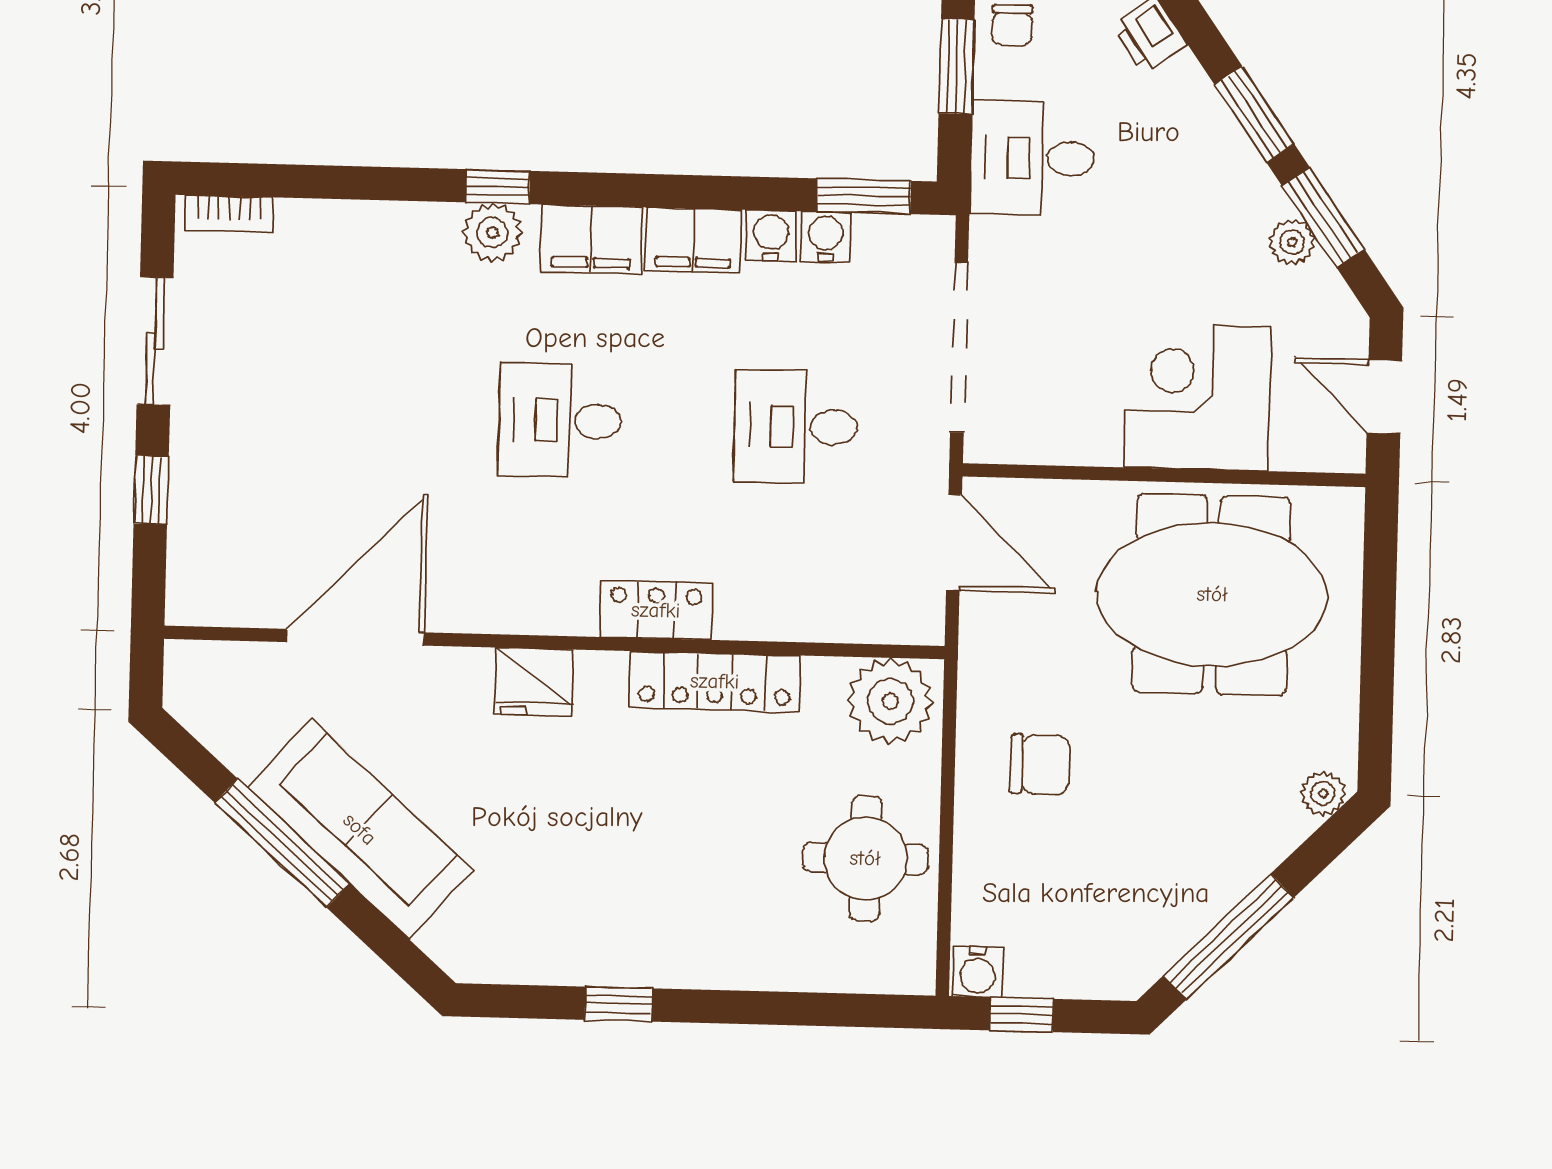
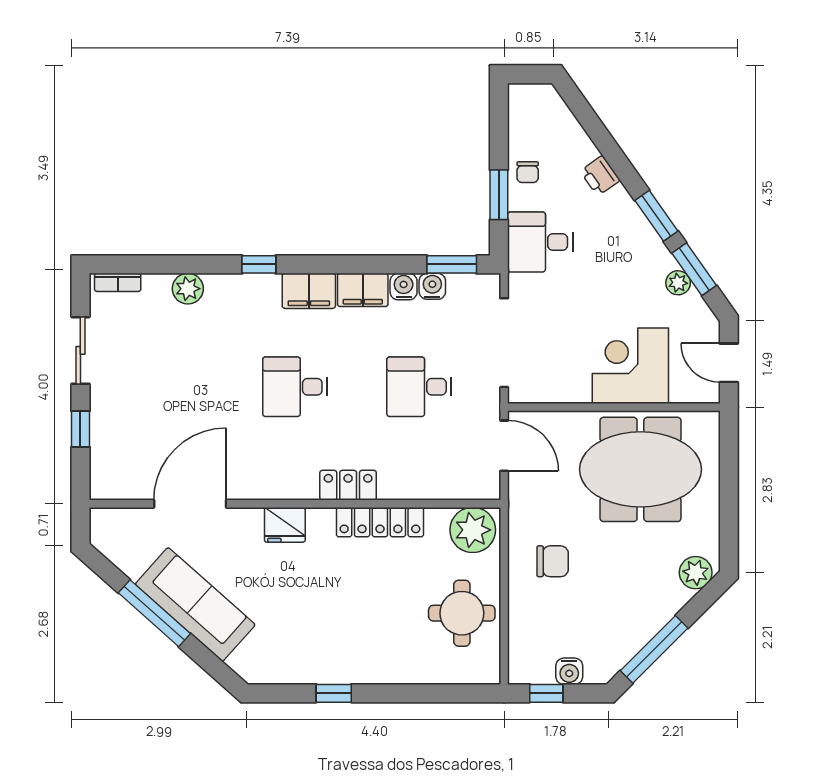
plant: (492, 232) -> (188, 289), moved
plant: (1323, 793) -> (696, 573), width x1.38, depth x1.38
water cooler: (978, 972) -> (569, 671), moved

